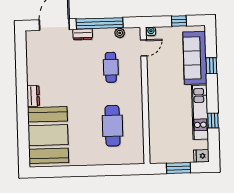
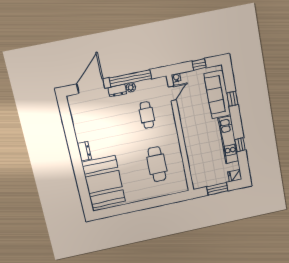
plant: (120, 33) -> (131, 87), moved

